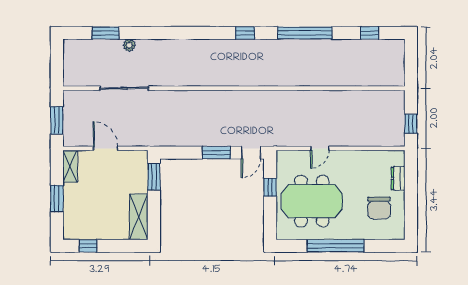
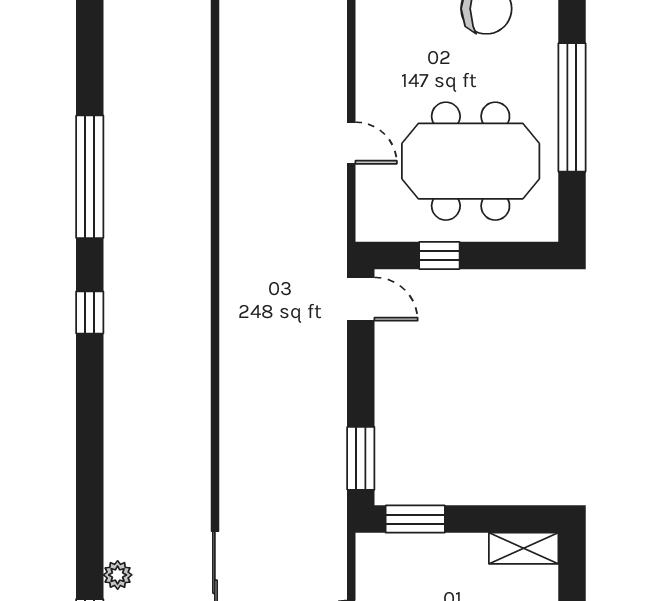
window: (370, 33) -> (90, 30), removed
window: (216, 153) -> (361, 458), moved
meeting table: (312, 201) -> (471, 161), turned 90
shelving: (139, 217) -> (524, 548), width x0.67, depth x0.75

